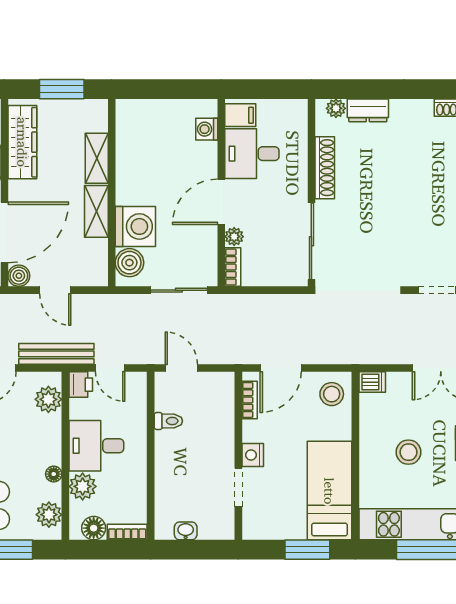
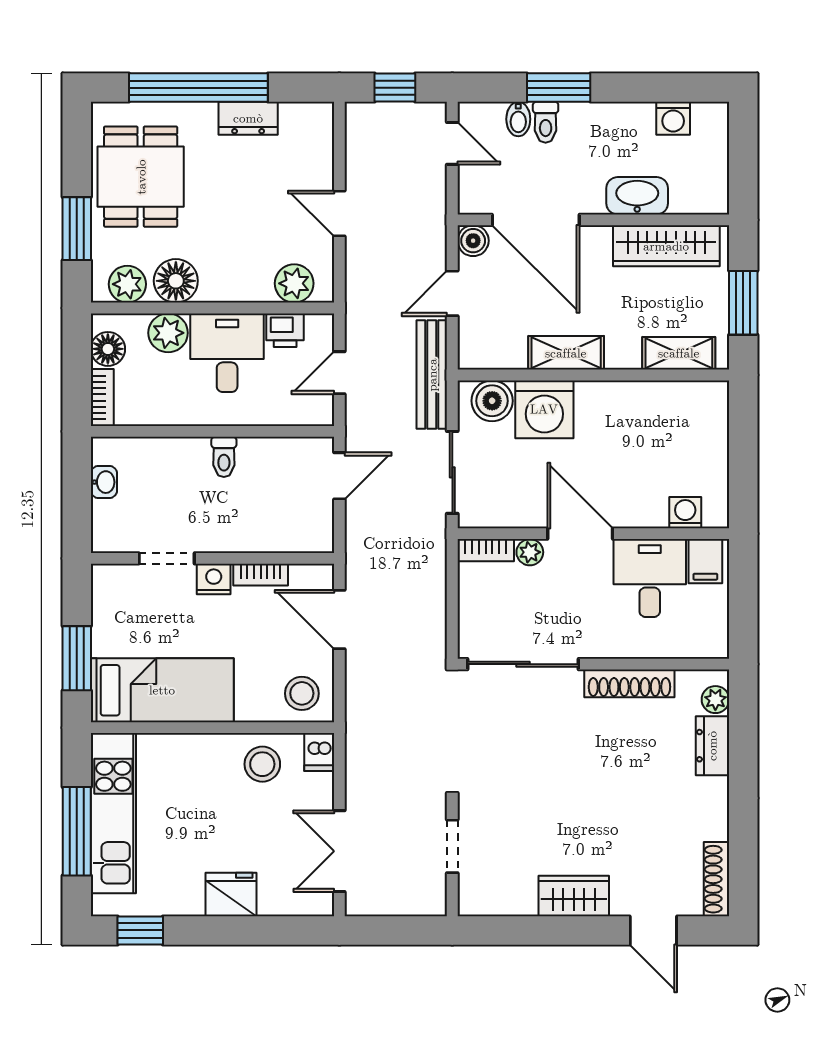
shelving: (97, 158) -> (679, 353), moved
bench: (56, 354) -> (432, 375), moved
printer: (81, 385) -> (285, 330), moved
bookcase: (250, 400) -> (261, 575), moved
toilet: (168, 421) -> (224, 457), moved
stool: (409, 452) -> (262, 764), moved
floor lamp: (54, 474) -> (176, 281), width x1.89, depth x1.89

